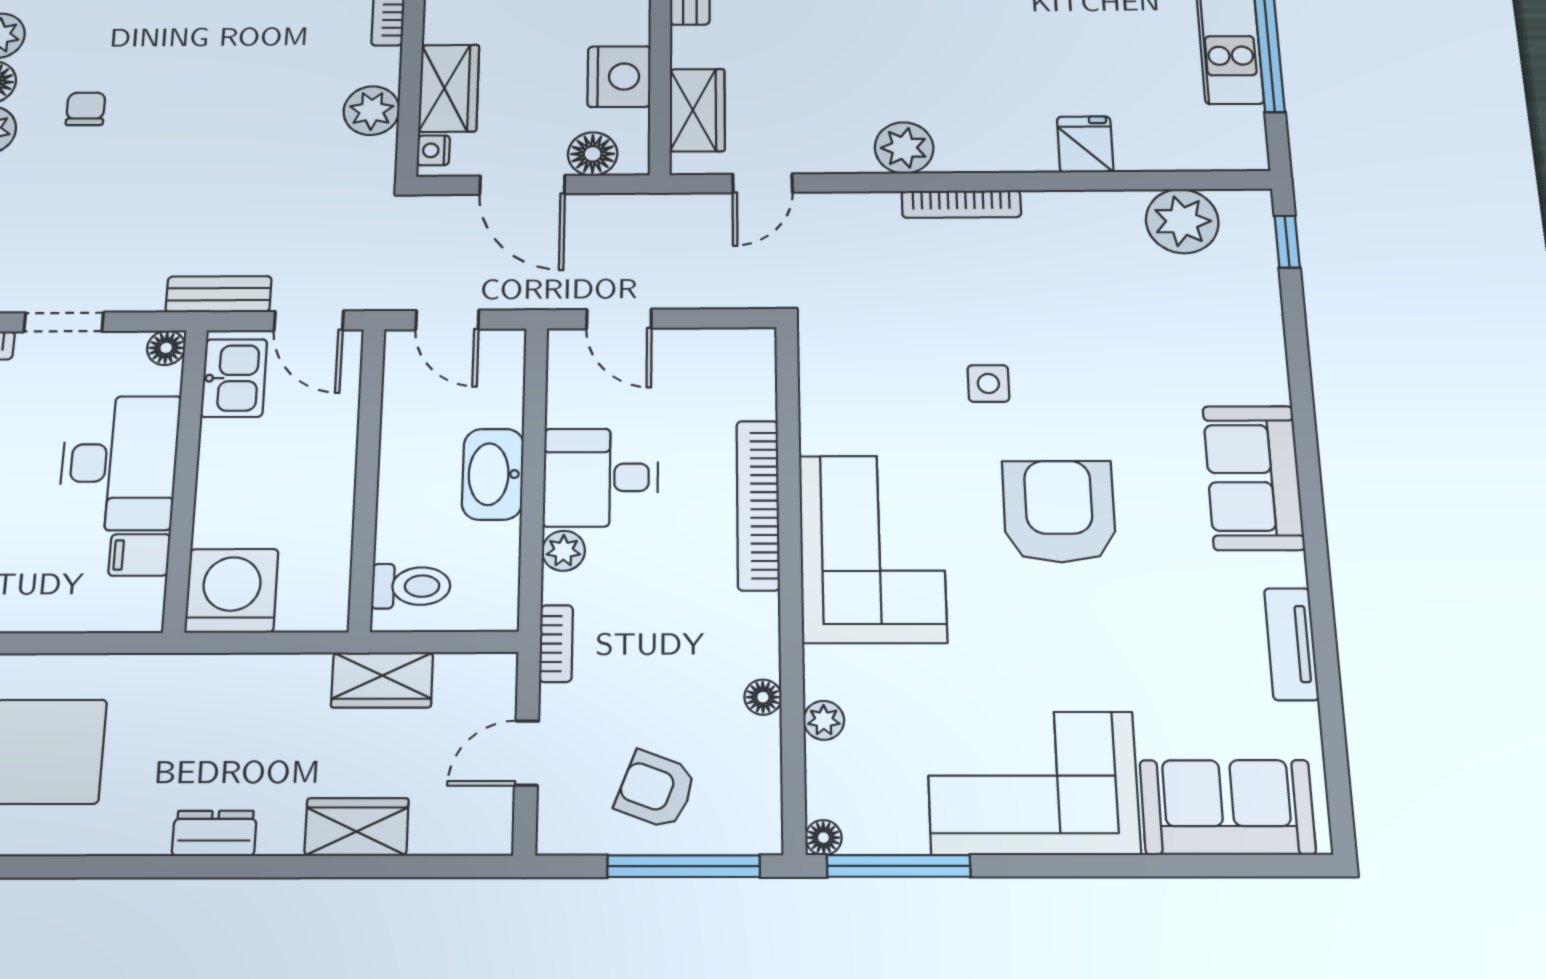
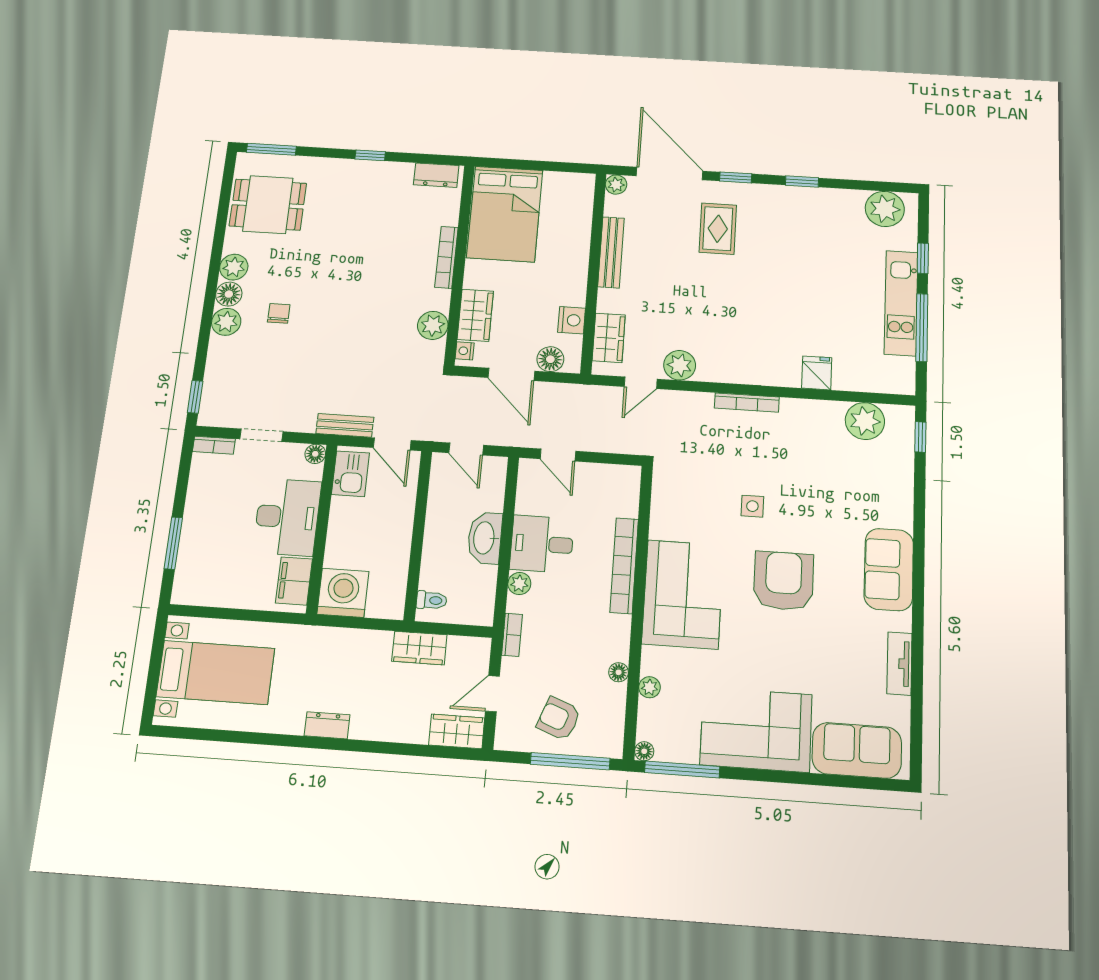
nightstand: (619, 77) -> (572, 320), width x0.74, depth x0.75
plant: (904, 148) -> (680, 365), moved
filing cabinet: (139, 555) -> (294, 581), width x2.00
toilet: (411, 586) -> (432, 600), width x0.73, depth x0.72
wardrobe: (357, 827) -> (457, 731), moved

